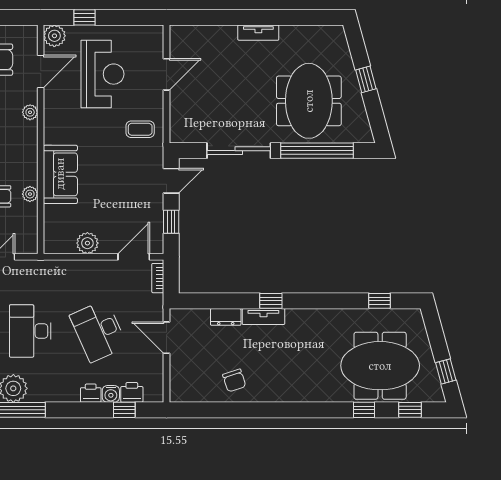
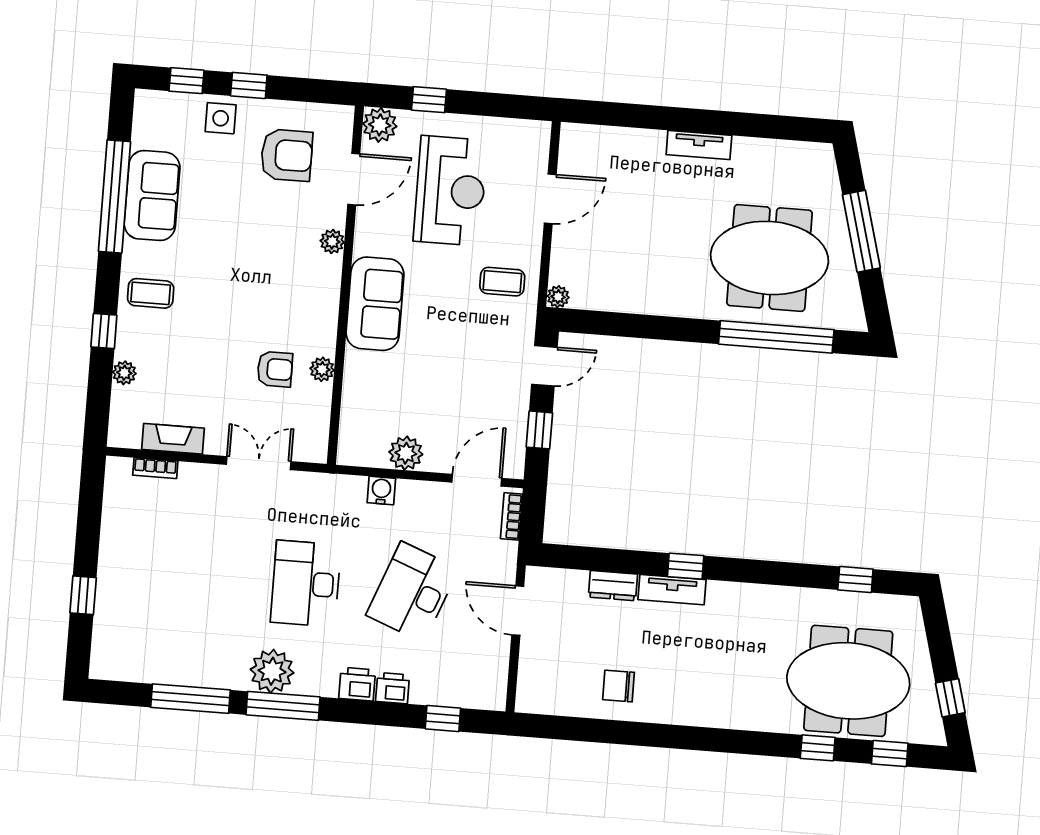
window: (366, 79) -> (861, 231), width x2.17
meeting table: (309, 101) -> (770, 258), turned 90
plant: (176, 136) -> (558, 297), added
sliding door: (239, 151) -> (654, 327), removed
sofa: (60, 174) -> (375, 304), moved
desk: (98, 331) -> (412, 592), turned 45
chair: (234, 380) -> (619, 686), turned 108
printer: (132, 392) -> (357, 684), moved
water cooler: (111, 394) -> (381, 490), moved, turned 180

